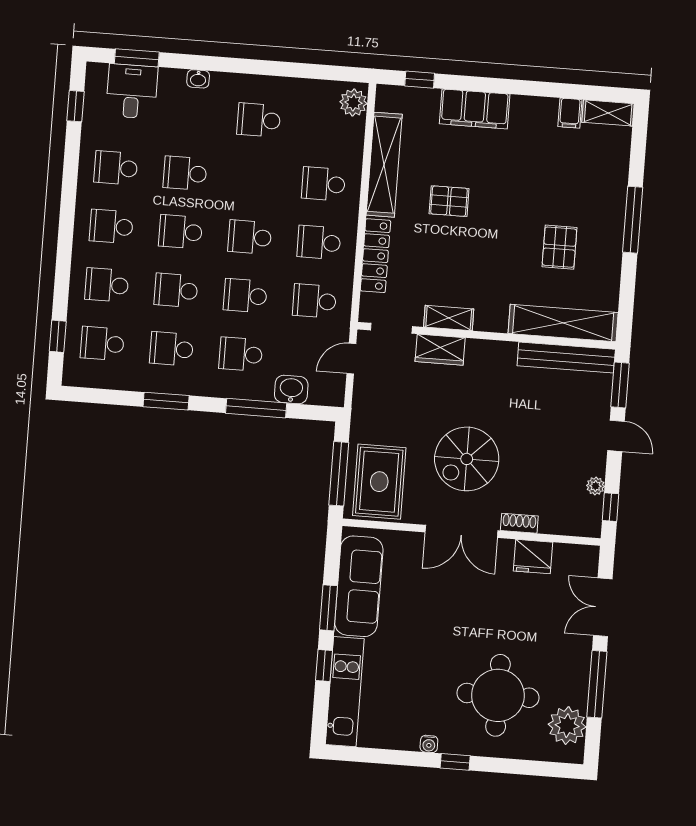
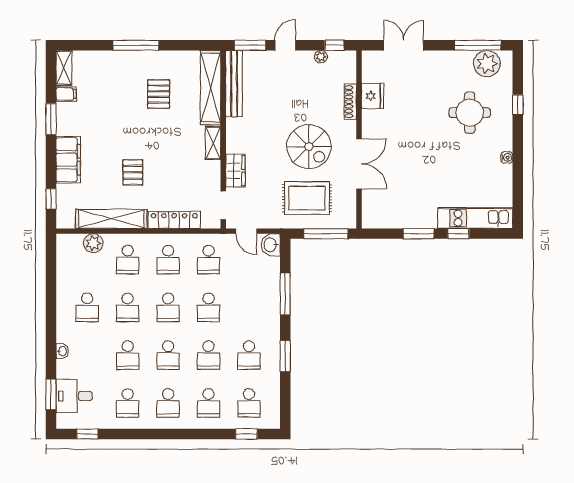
window: (535, 89) -> (51, 119), added
plant: (353, 103) -> (93, 243), moved
pallet: (559, 247) -> (159, 94), turned 90
shelving: (449, 318) -> (213, 143), moved
school desk: (241, 354) -> (128, 307), moved
washbasin: (291, 390) -> (271, 245), moved
rug: (379, 482) -> (307, 198), moved
shoe rack: (519, 523) -> (350, 102), width x1.43
double door: (461, 531) -> (359, 164), moved
sofa: (359, 586) -> (402, 214), removed
double door: (603, 607) -> (404, 45), swing flipped
window: (597, 684) -> (478, 45), moved
round table: (498, 695) -> (470, 113), width x0.73, depth x0.73
window: (455, 762) -> (518, 105), moved

